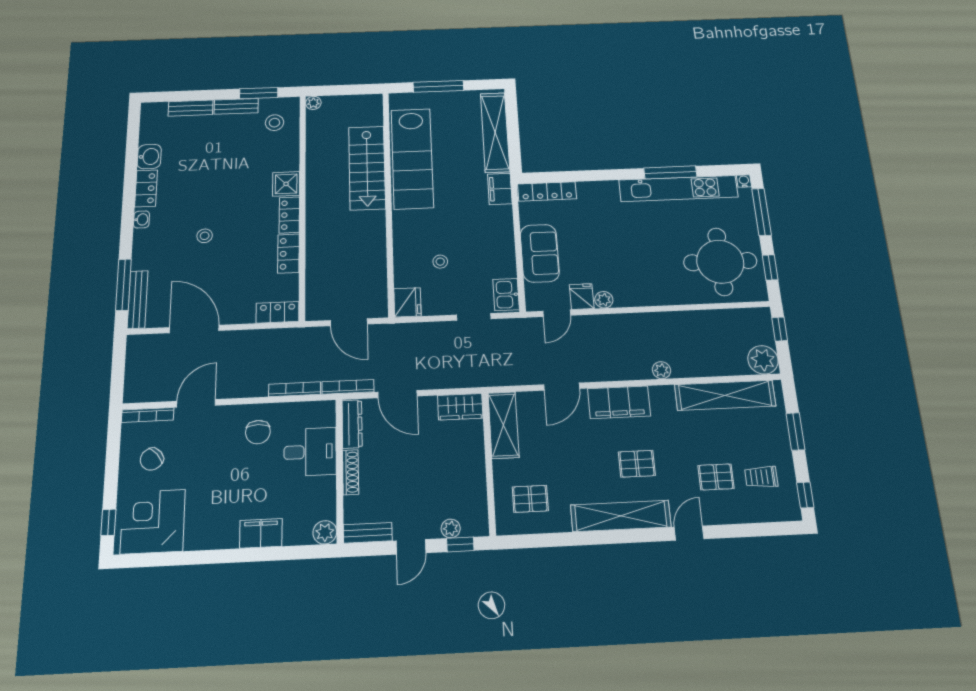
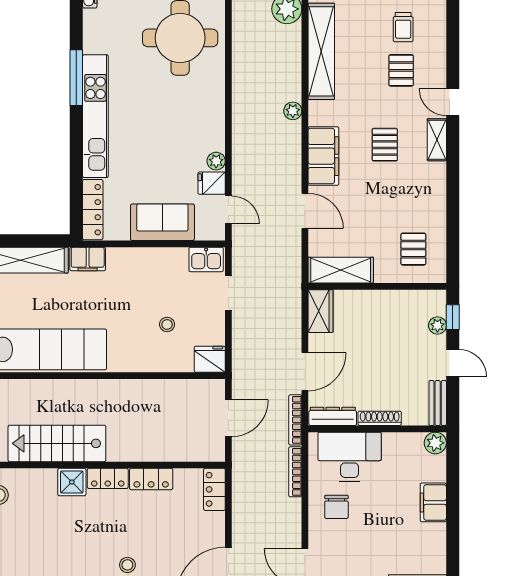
stairs: (367, 168) -> (57, 443), moved, turned 180
kitchen unit: (678, 188) -> (95, 116), moved
chair: (258, 432) -> (336, 507), turned 90
desk: (310, 452) -> (350, 457), width x1.37
shelving: (621, 516) -> (437, 140), width x0.45, depth x0.75

